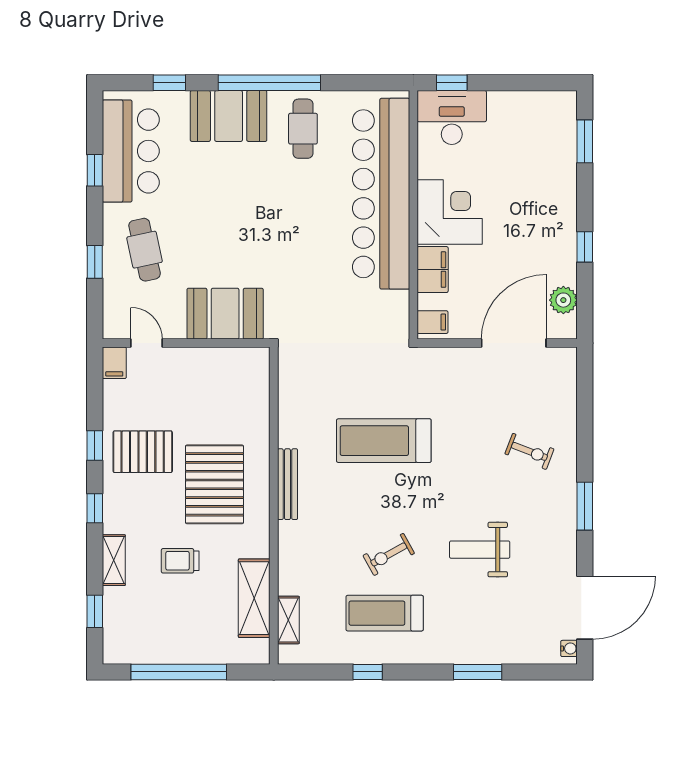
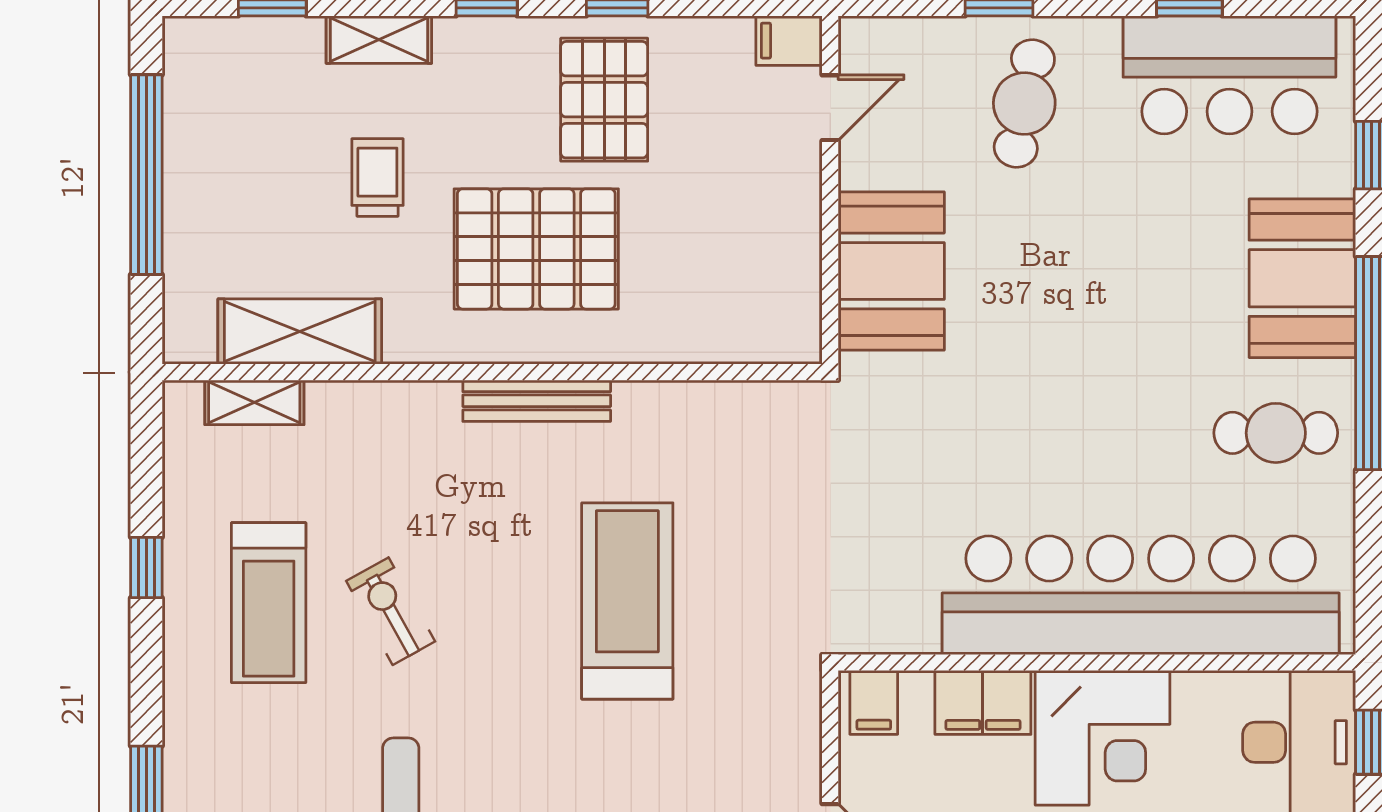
cafe table: (145, 250) -> (1024, 104), turned -67
treadmill: (385, 613) -> (269, 603), turned 180

